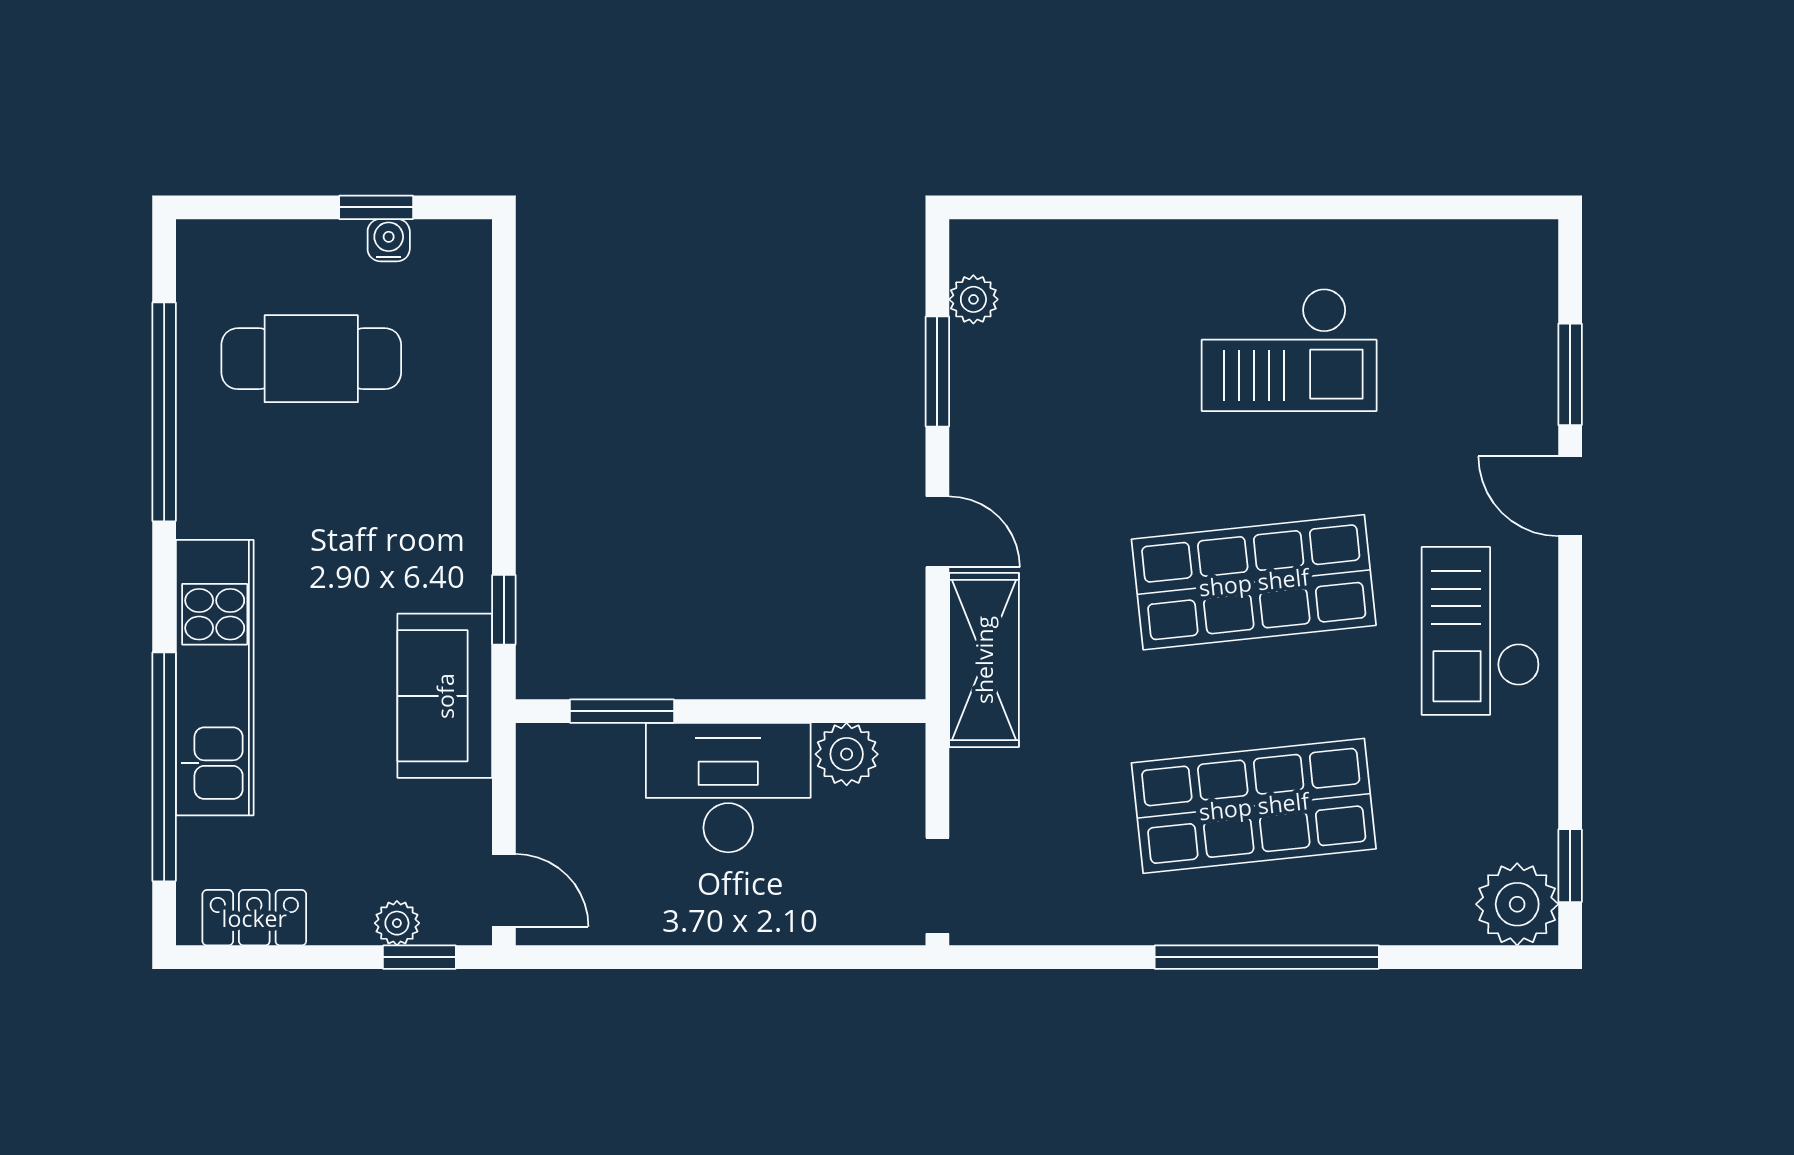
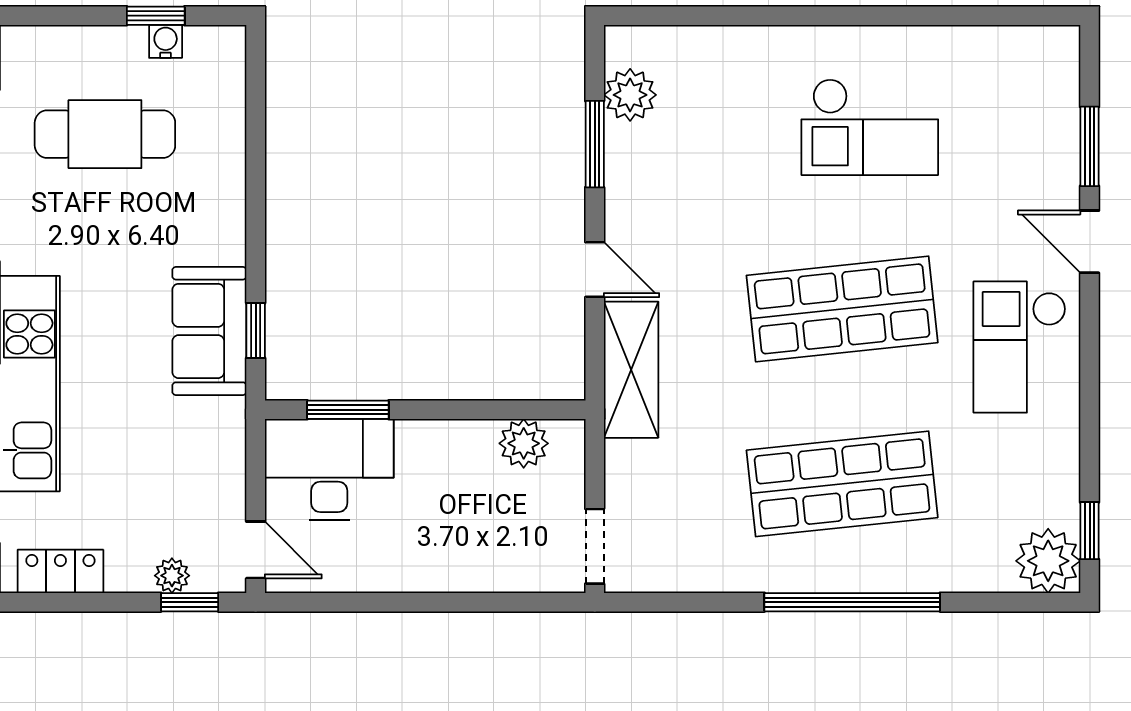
plant: (973, 299) -> (630, 95), width x1.38, depth x1.38
sofa: (445, 696) -> (209, 331), moved
desk: (728, 788) -> (329, 470), moved

